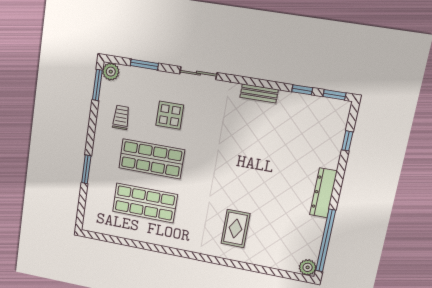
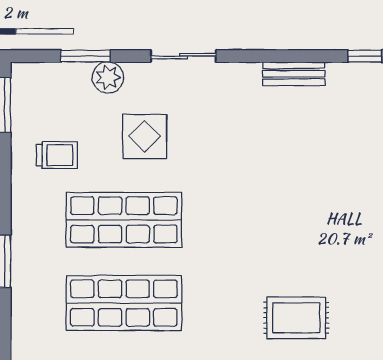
plant: (111, 72) -> (108, 77), moved
trolley: (121, 117) -> (57, 155), turned 90
rug: (235, 228) -> (296, 318), turned 90

